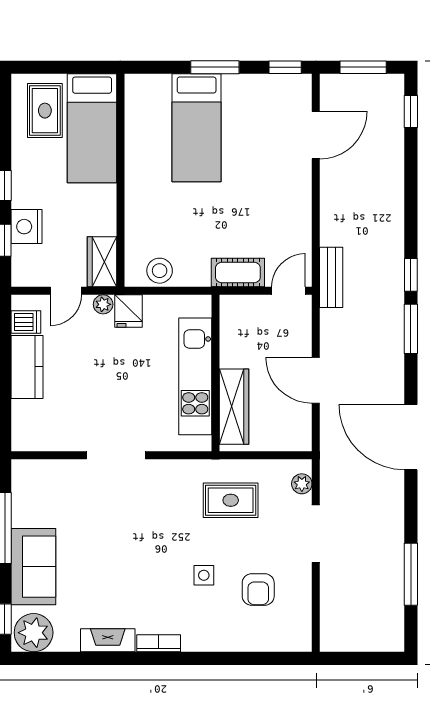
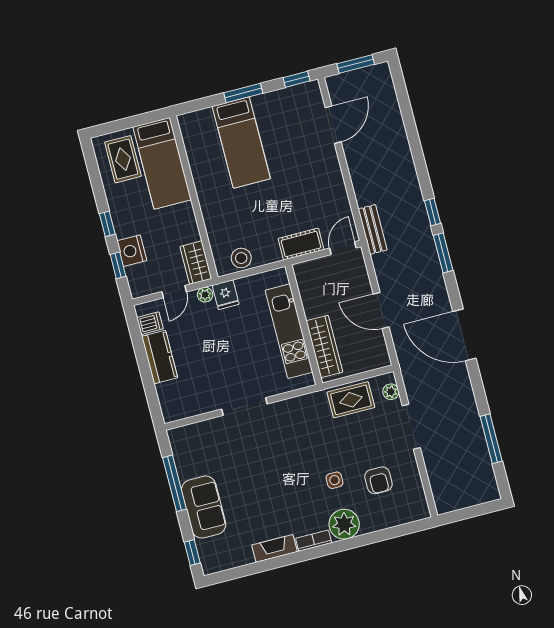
window: (411, 111) -> (401, 88), removed
rug: (231, 500) -> (351, 400), moved
plant: (34, 633) -> (344, 524), moved

